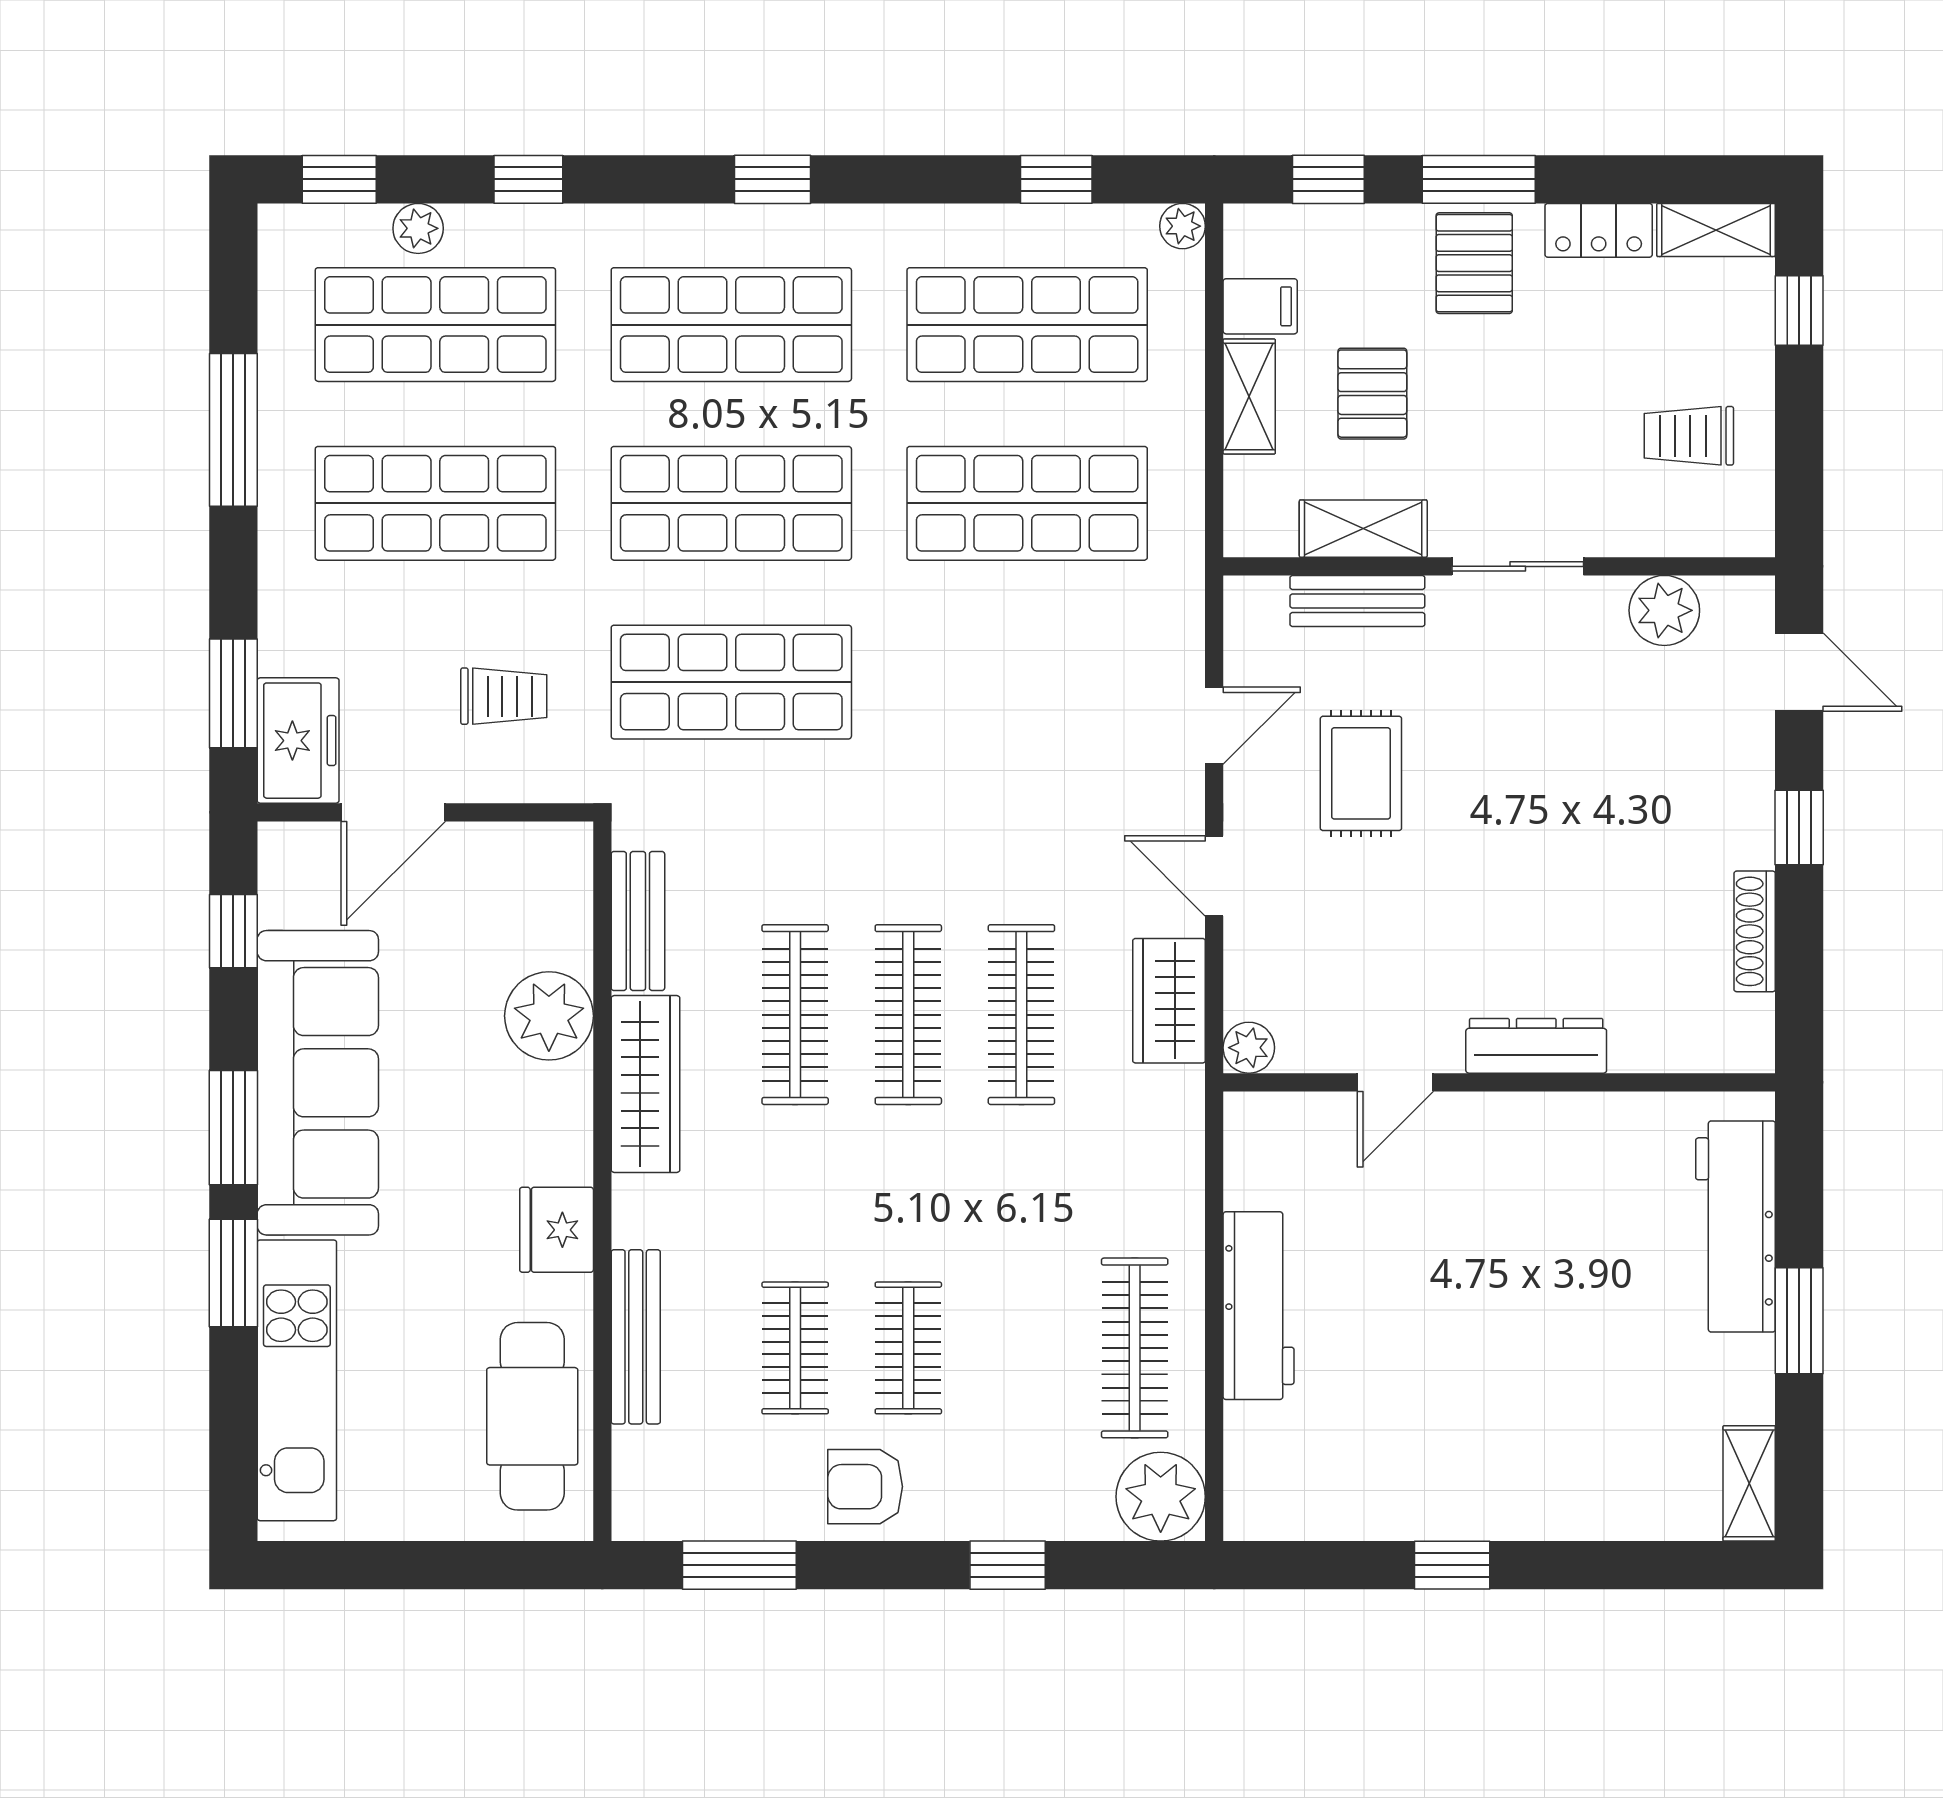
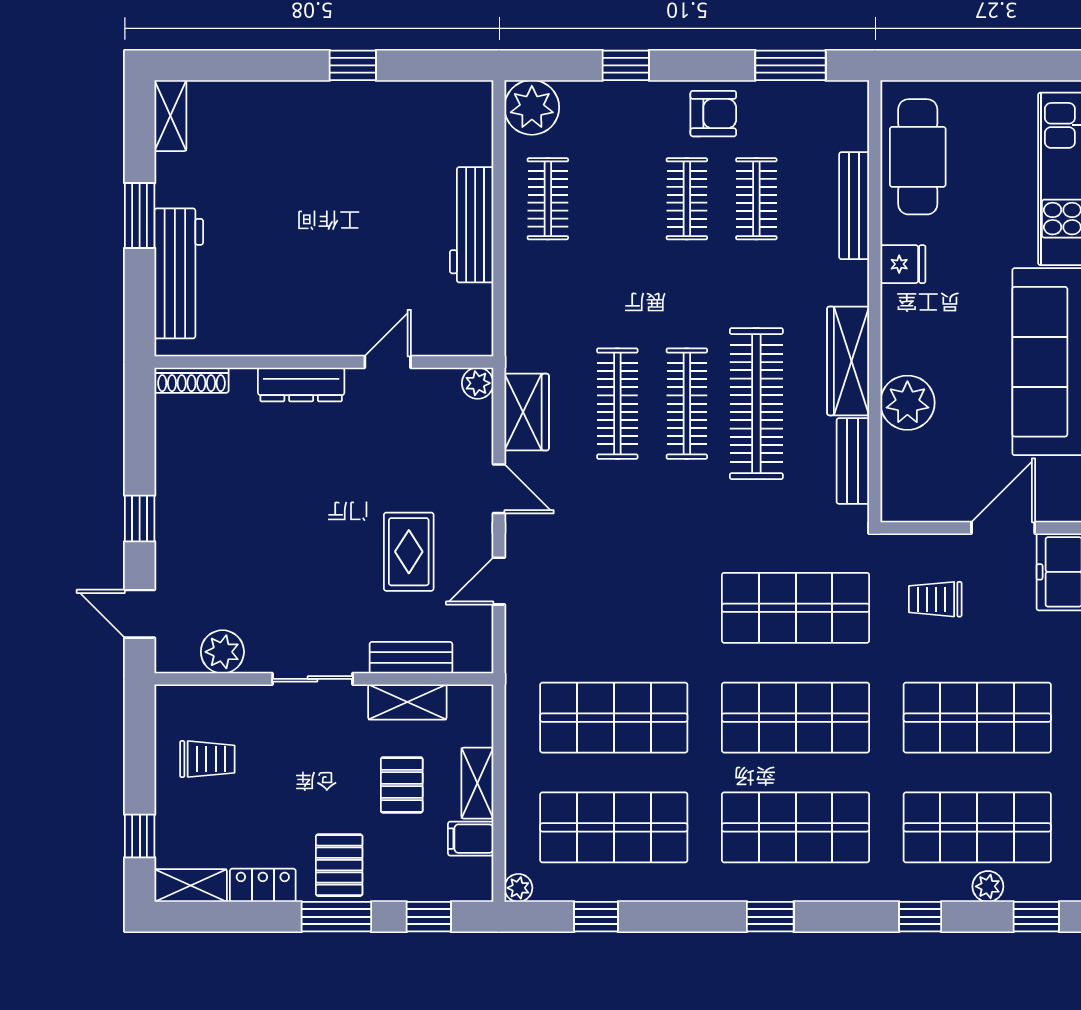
shoe rack: (1755, 931) -> (191, 380), moved, turned 90
clothes rail: (795, 1015) -> (756, 404), width x1.37, depth x1.31
fridge: (557, 1230) -> (903, 264), width x0.72
clothes rail: (1135, 1348) -> (548, 199), width x0.73

